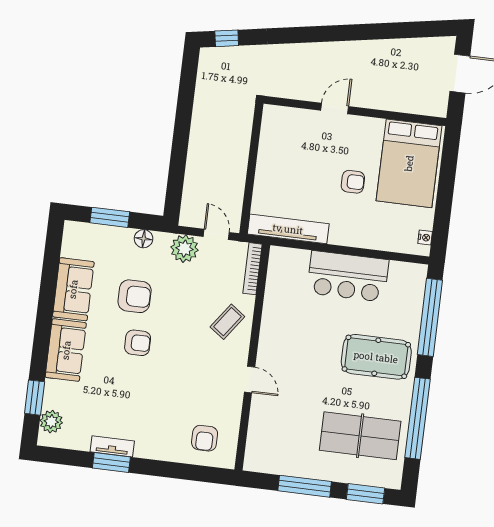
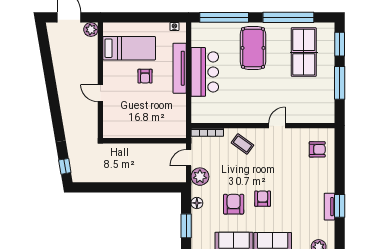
plant: (437, 106) -> (91, 30), added
bed: (409, 163) -> (129, 48), width x0.67
armchair: (353, 182) -> (145, 76), turned 180
tv unit: (288, 229) -> (180, 68), moved

